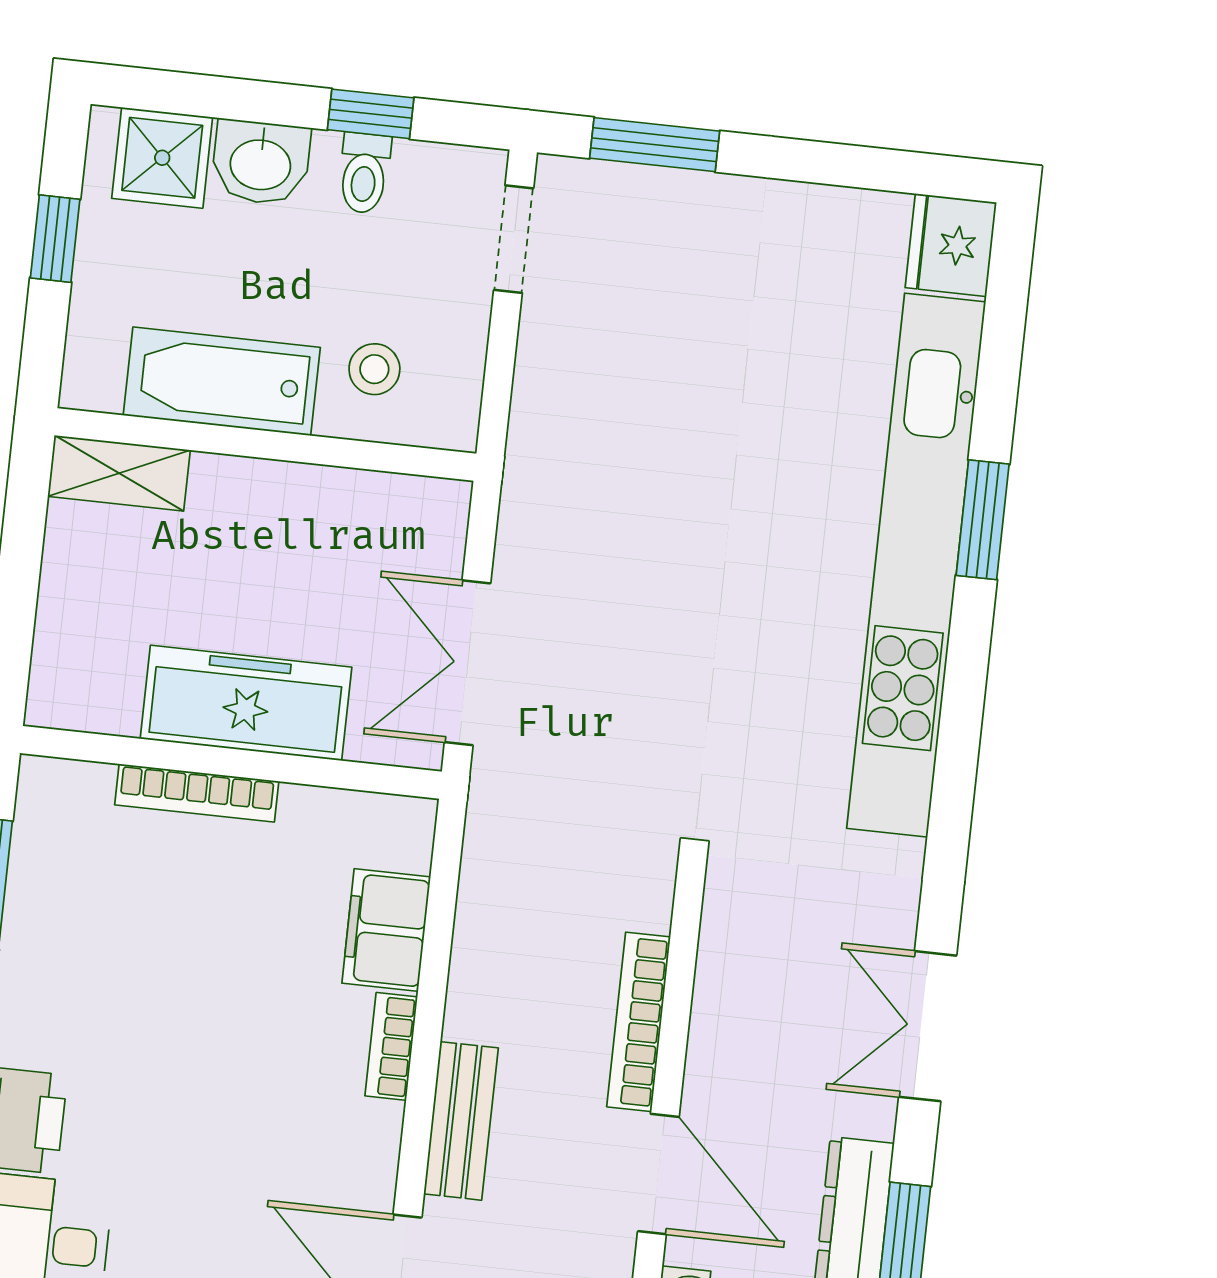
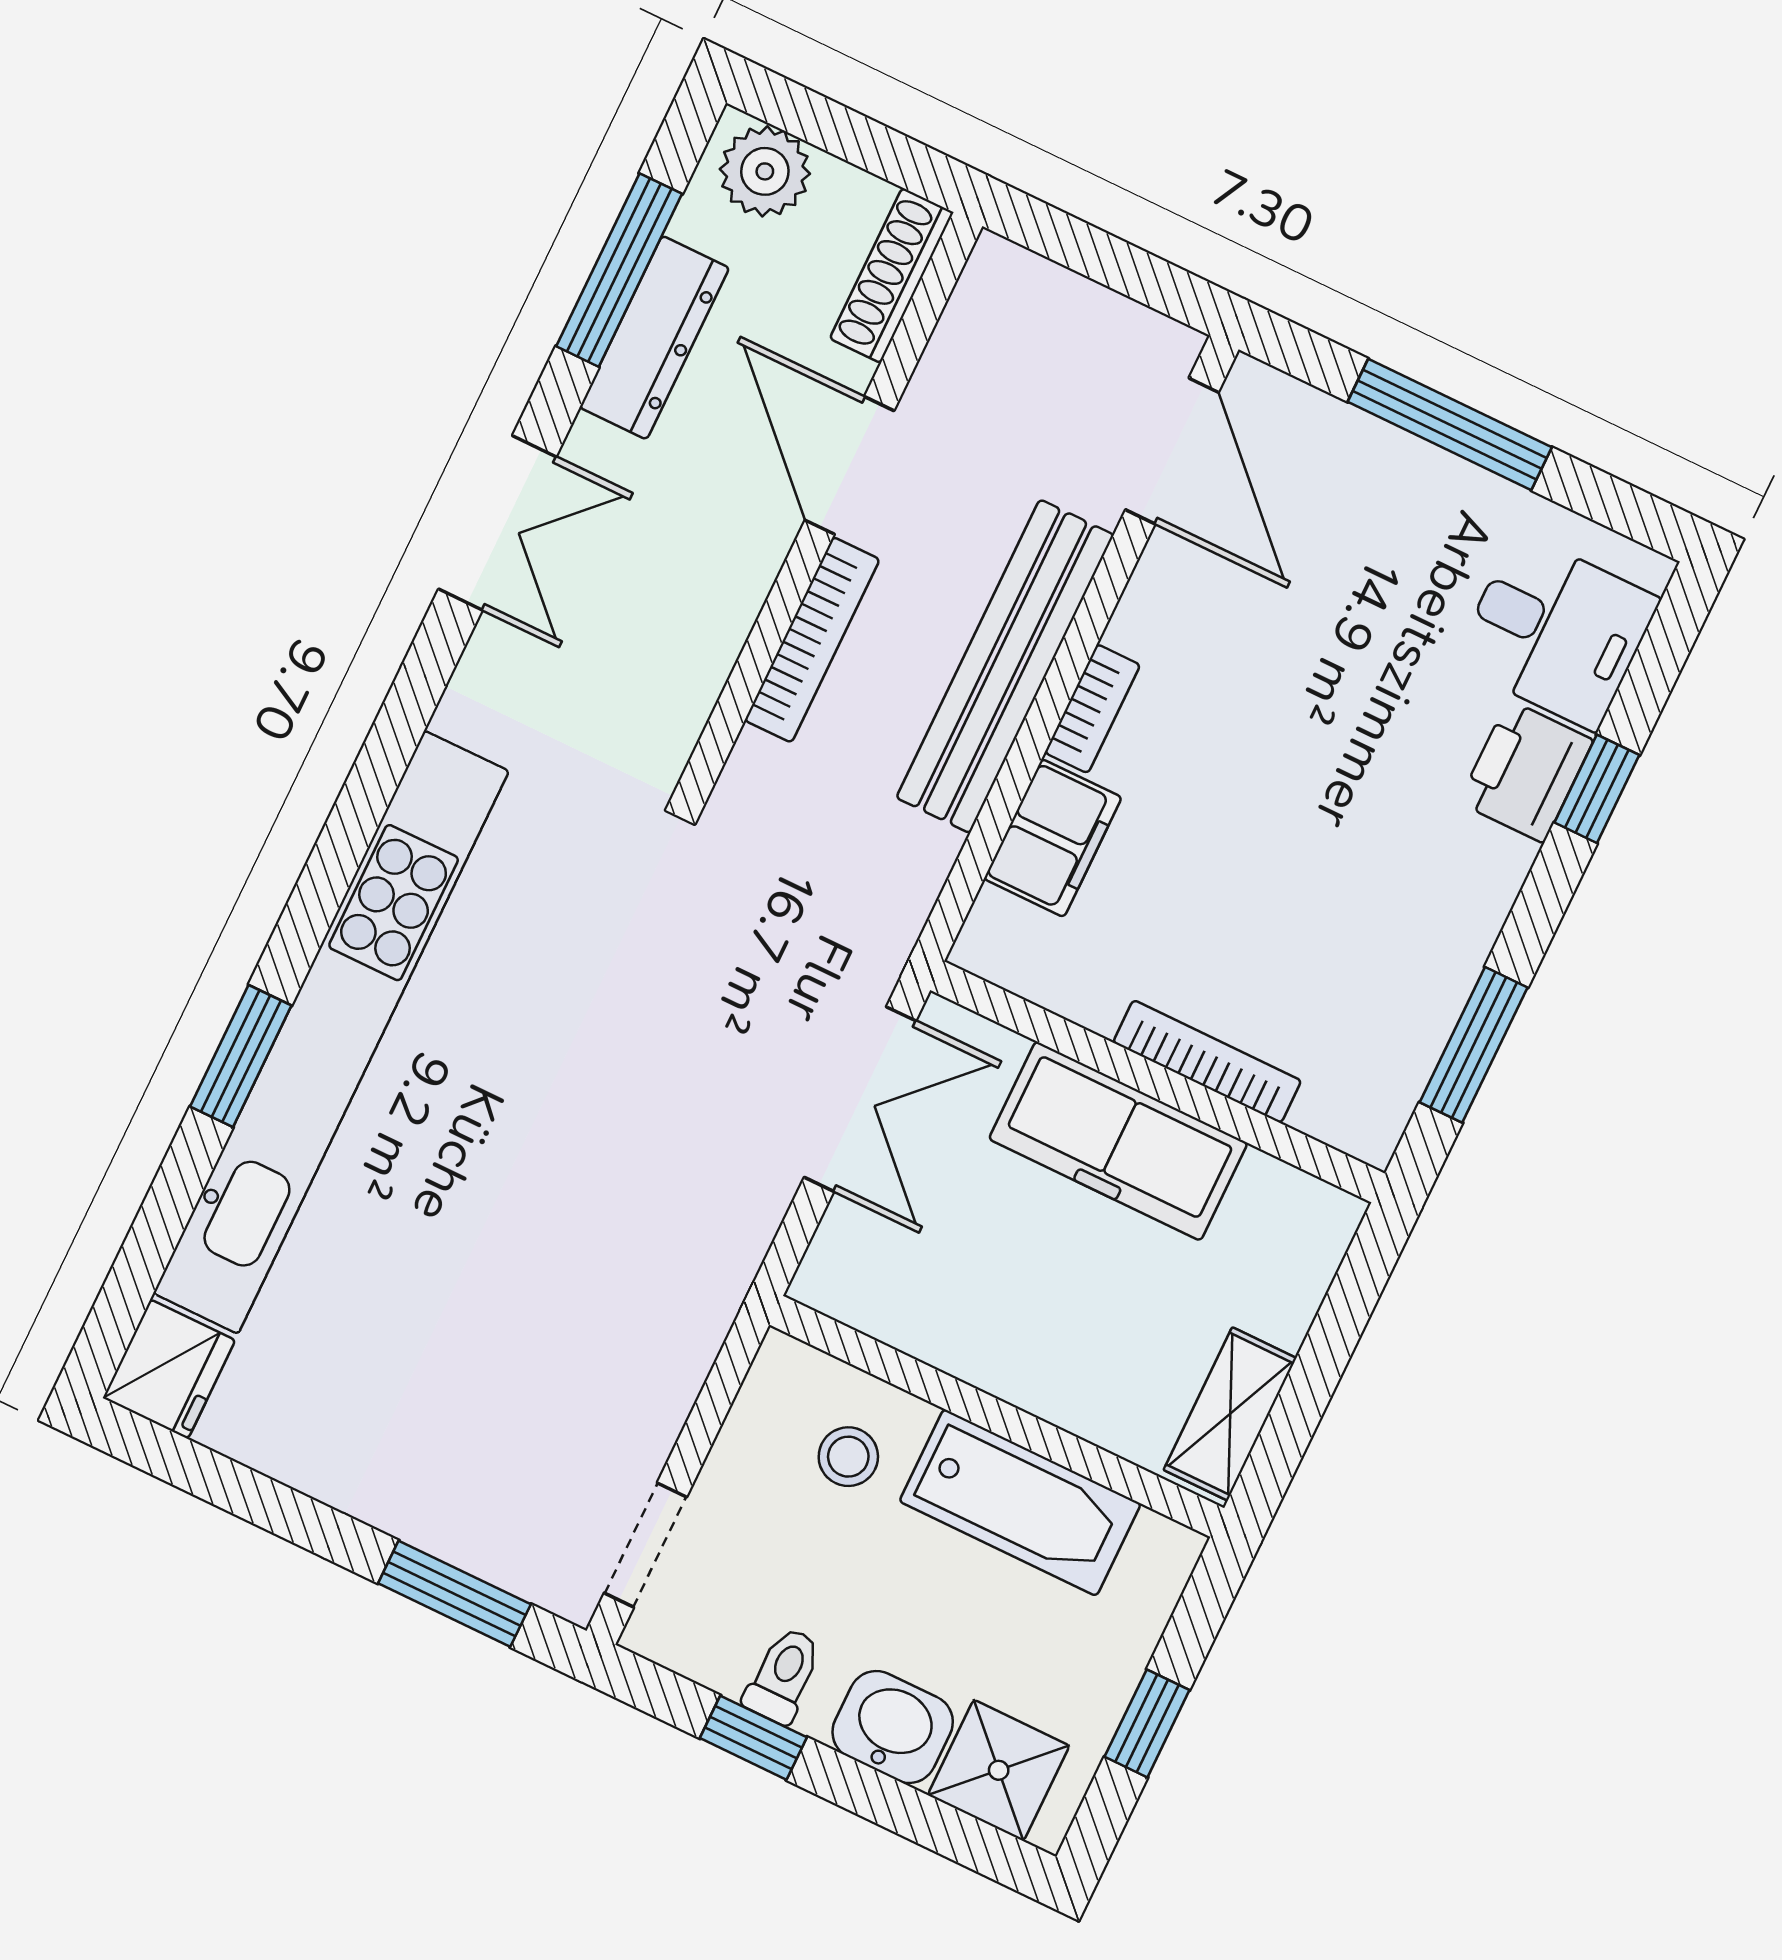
shelving: (119, 473) -> (1230, 1414), moved, turned 90
bench: (461, 1121) -> (1005, 666), width x1.86, depth x1.21

